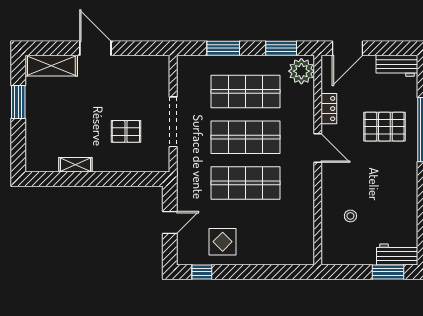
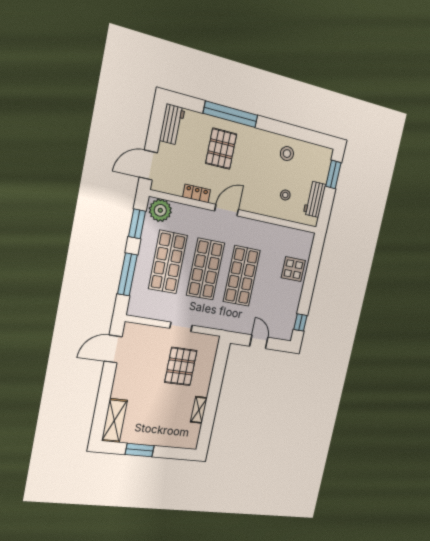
door: (95, 48) -> (113, 349), moved
window: (223, 48) -> (127, 274), width x1.44
door: (347, 48) -> (148, 165), swing flipped
doorway: (173, 122) -> (181, 327), width x0.53
pallet: (126, 131) -> (181, 366), width x1.50, depth x1.42
stool: (398, 207) -> (287, 154), added
display table: (223, 242) -> (293, 269), moved
workbench: (397, 255) -> (315, 199), moved

